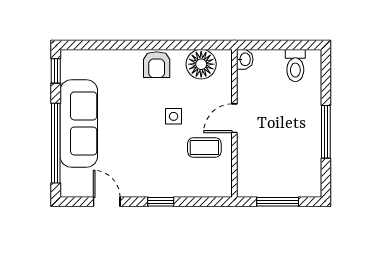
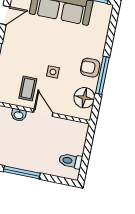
window: (164, 45) -> (102, 75), added
washbasin: (245, 59) -> (19, 115), moved

